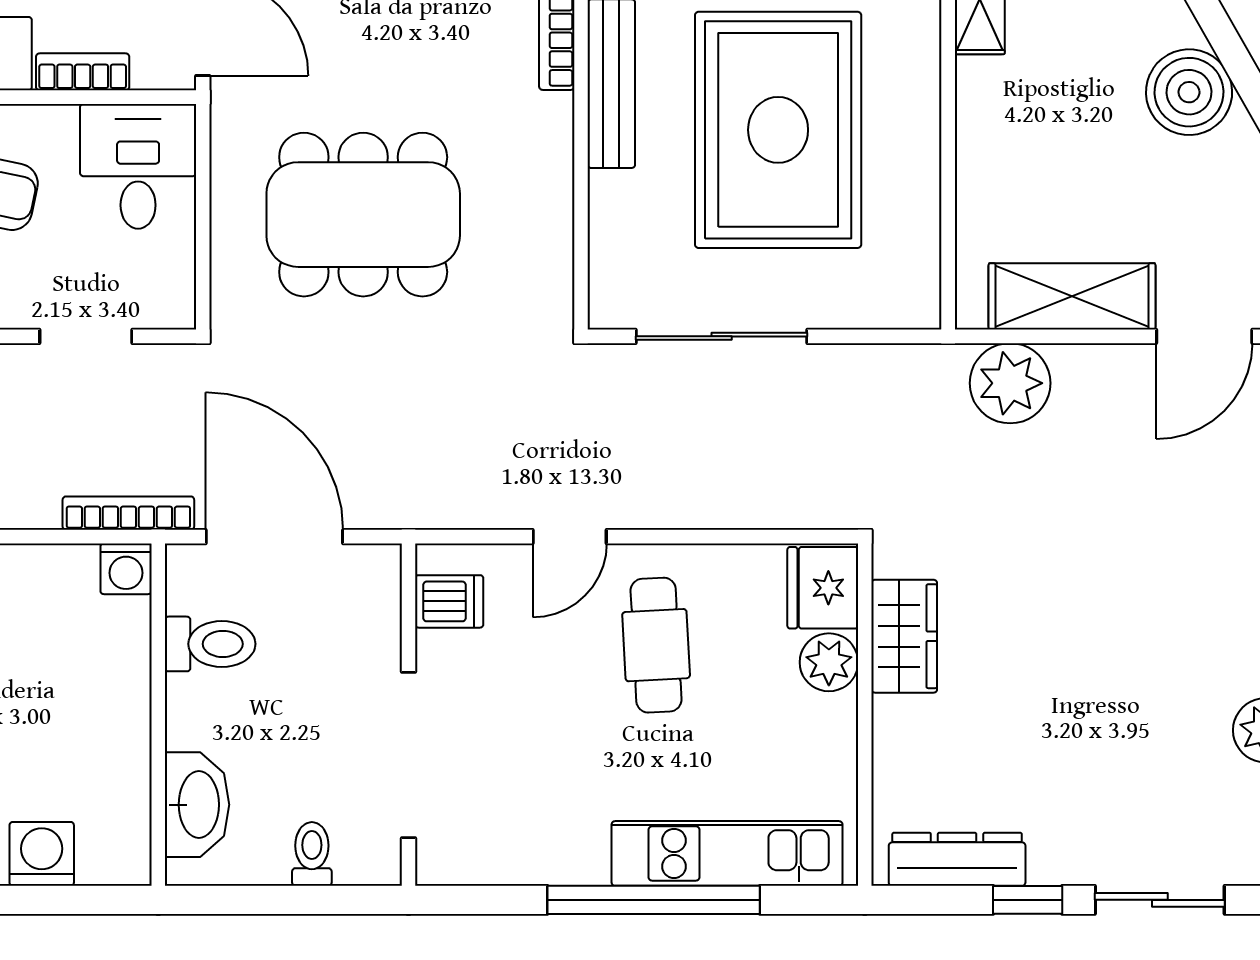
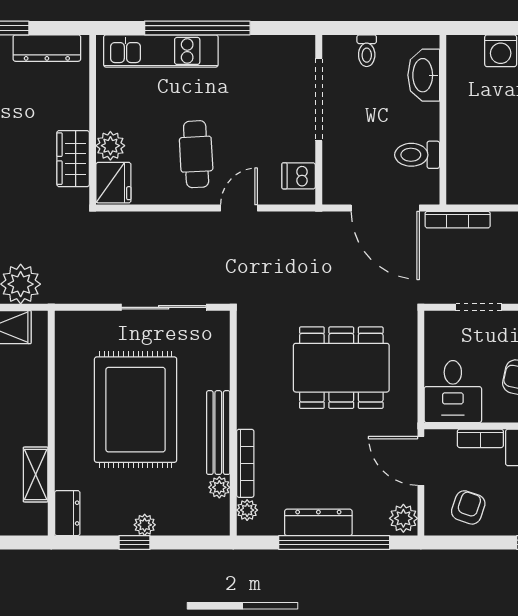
washing machine: (126, 569) -> (459, 192), removed

